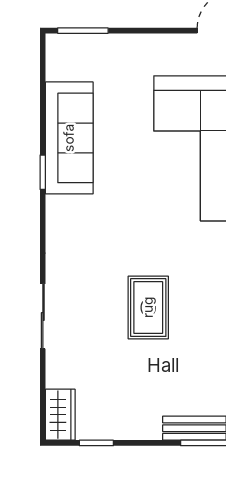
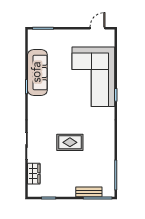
rug: (148, 307) -> (70, 142), turned 90
wardrobe: (60, 415) -> (34, 174), moved

